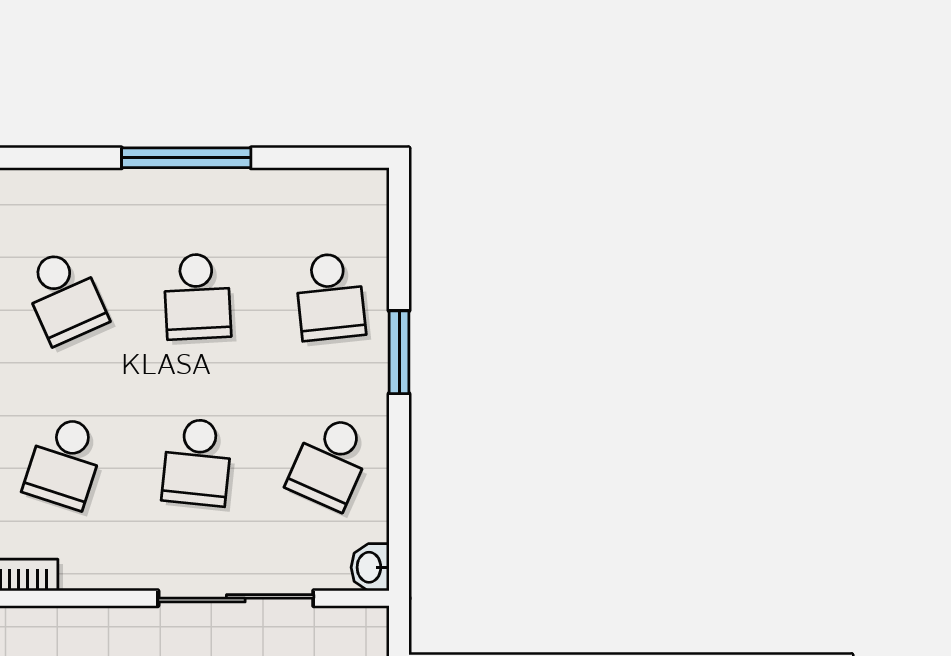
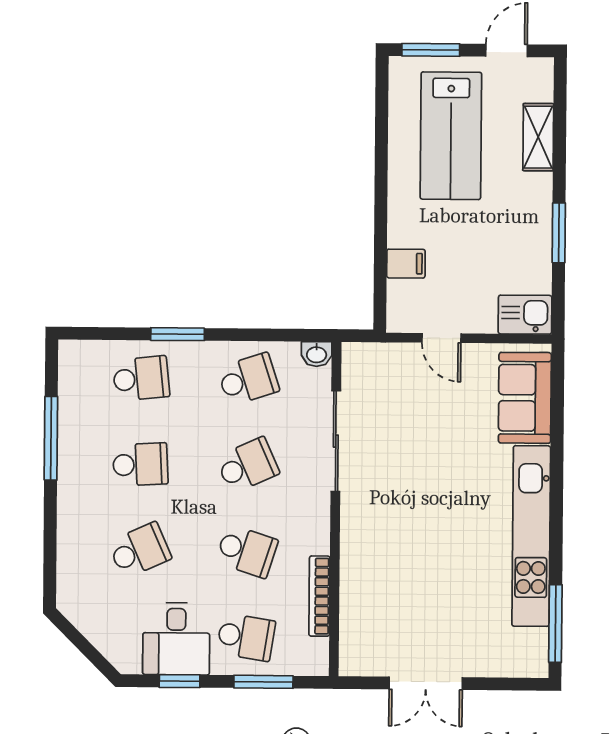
window: (186, 158) -> (51, 438), moved
school desk: (197, 462) -> (247, 465), turned -30
school desk: (330, 462) -> (248, 379), turned -42

